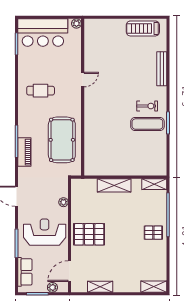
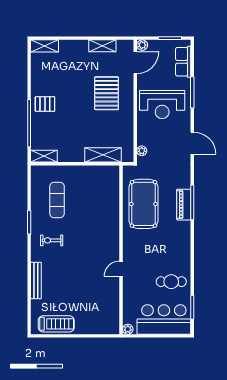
cafe table: (41, 91) -> (171, 282), moved
exercise mat: (147, 124) -> (57, 200), moved, turned 90
piano: (24, 152) -> (184, 205), moved
shelving: (114, 185) -> (103, 155), moved
plant: (63, 202) -> (142, 151), moved
pallet: (89, 234) -> (107, 93), moved, turned 90
plant: (52, 287) -> (142, 45), moved

